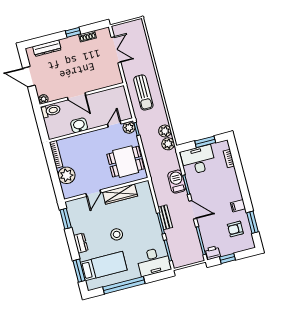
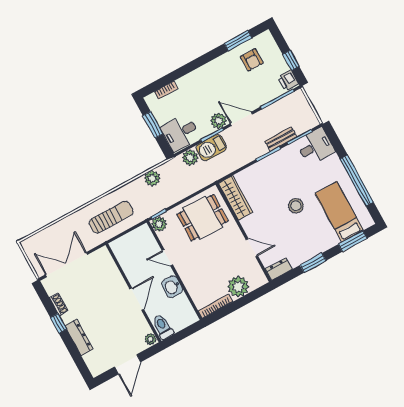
dresser: (47, 48) -> (79, 337), moved
double door: (116, 50) -> (67, 265), width x1.37
door: (114, 124) -> (167, 258), moved
plant: (168, 144) -> (190, 158), moved
desk: (198, 160) -> (180, 133), width x0.73
dining table: (126, 162) -> (202, 218), turned 90
plant: (196, 192) -> (218, 121), added
wardrobe: (120, 194) -> (236, 198), moved
filing cabinet: (238, 206) -> (222, 64), removed
door: (193, 210) -> (241, 119), hinge flipped
bench: (165, 217) -> (281, 139), moved
window: (66, 219) -> (313, 263), moved
dresser: (81, 243) -> (279, 269), moved
desk: (154, 261) -> (315, 147), width x0.73

